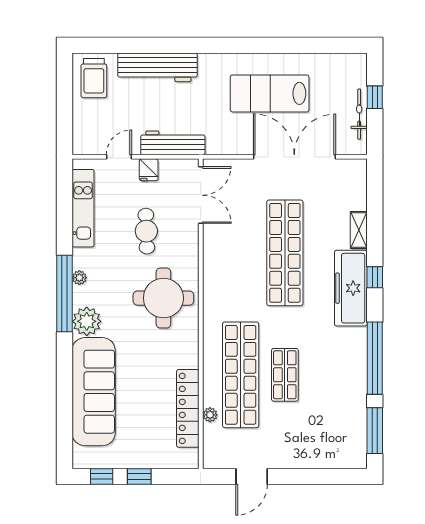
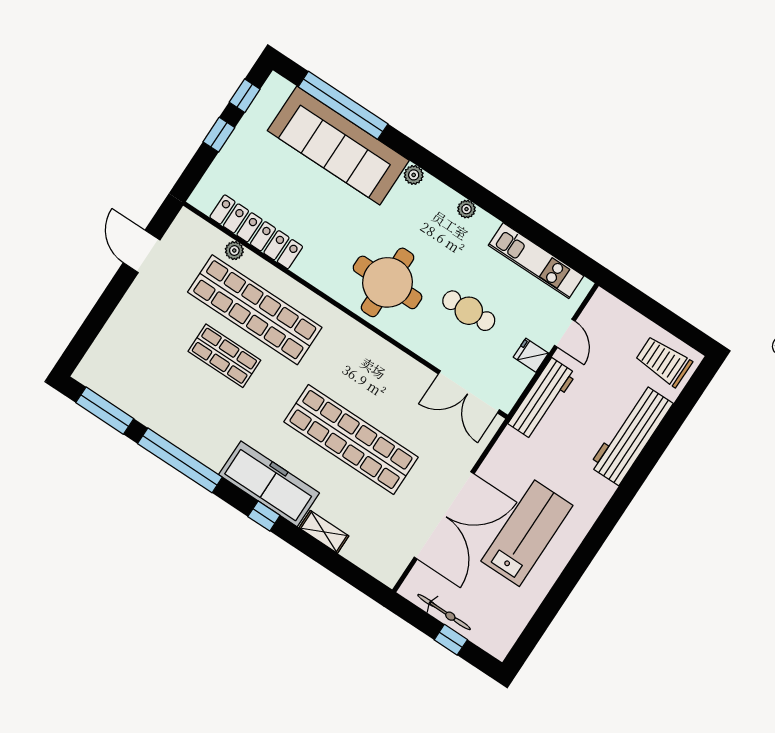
window: (65, 294) -> (343, 105), moved
plant: (87, 321) -> (414, 175), width x0.53, depth x0.53

